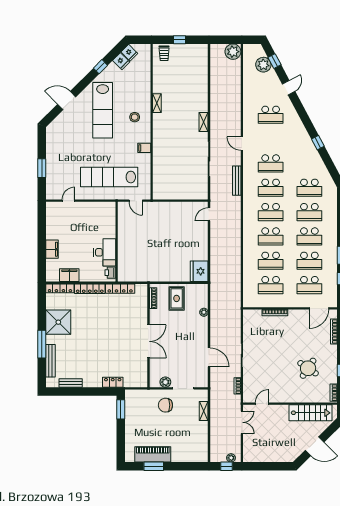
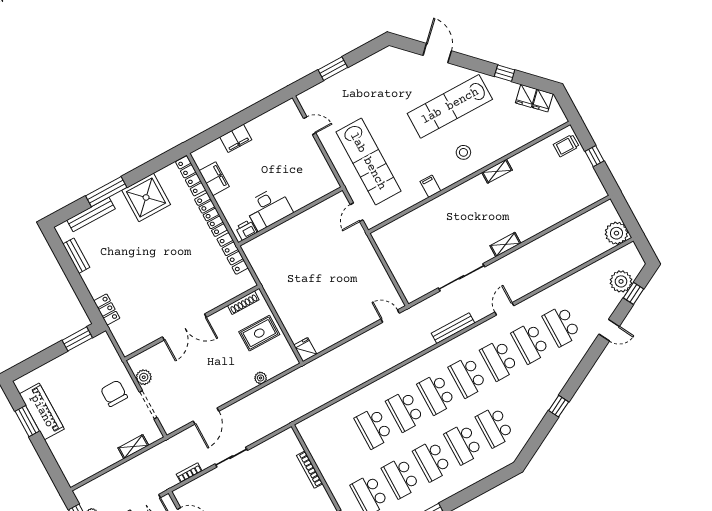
lab bench: (109, 177) -> (368, 161), turned 180
fridge: (199, 271) -> (305, 350), width x0.53, depth x0.75
school desk: (271, 285) -> (530, 343), moved

